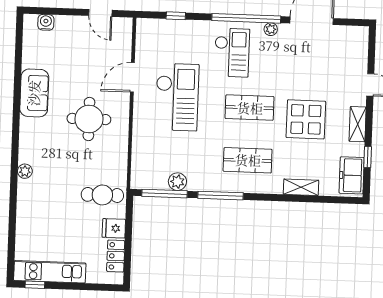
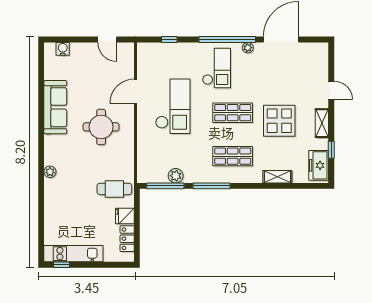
sofa: (34, 93) -> (55, 107), width x1.36

